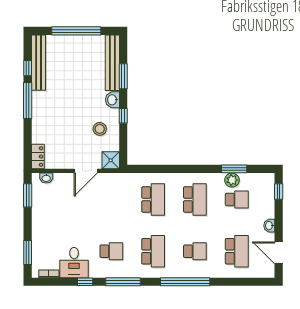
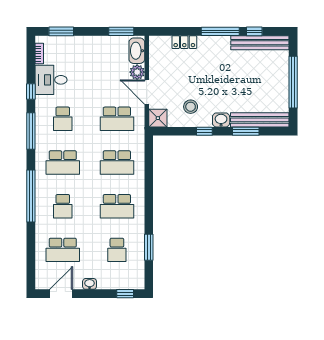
locker: (38, 157) -> (184, 42), moved
washbasin: (46, 178) -> (137, 51), width x1.91, depth x1.45
plant: (232, 180) -> (137, 72), moved
school desk: (111, 199) -> (117, 119), added

